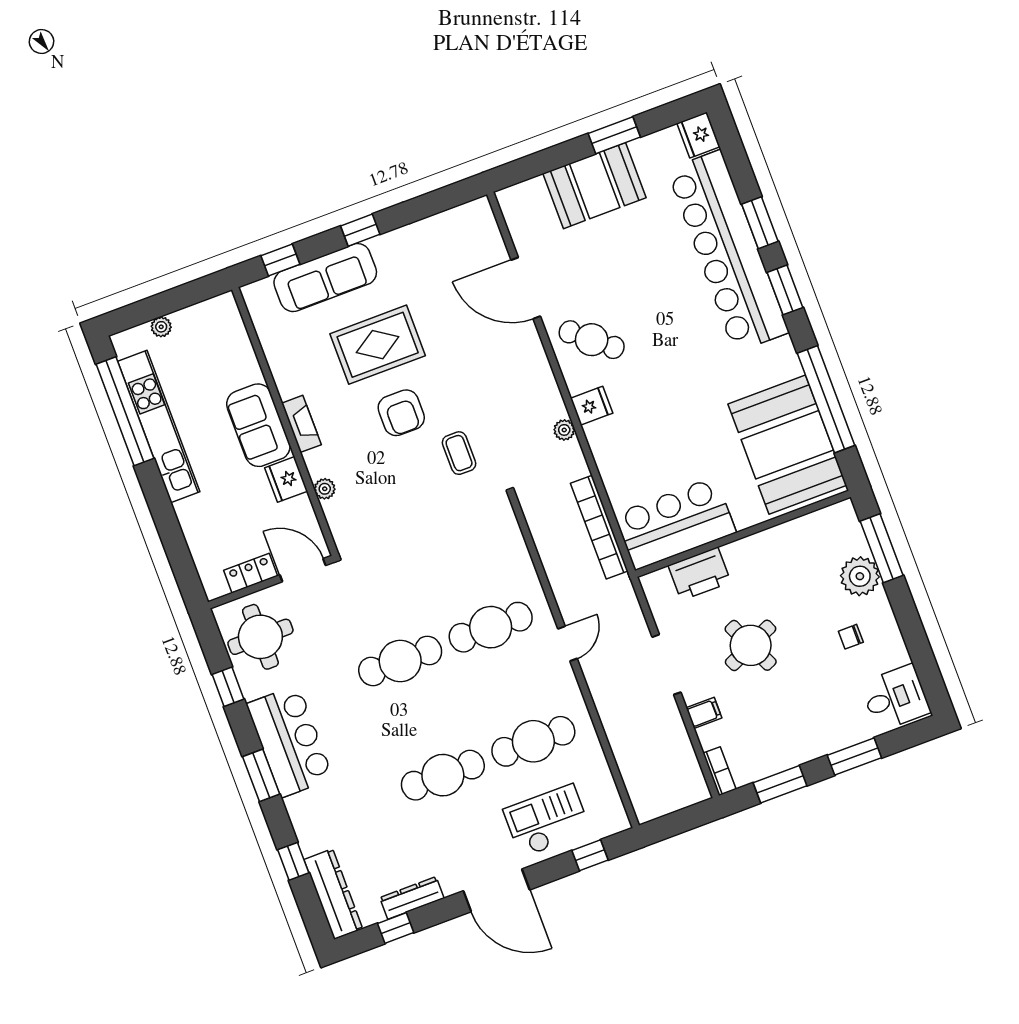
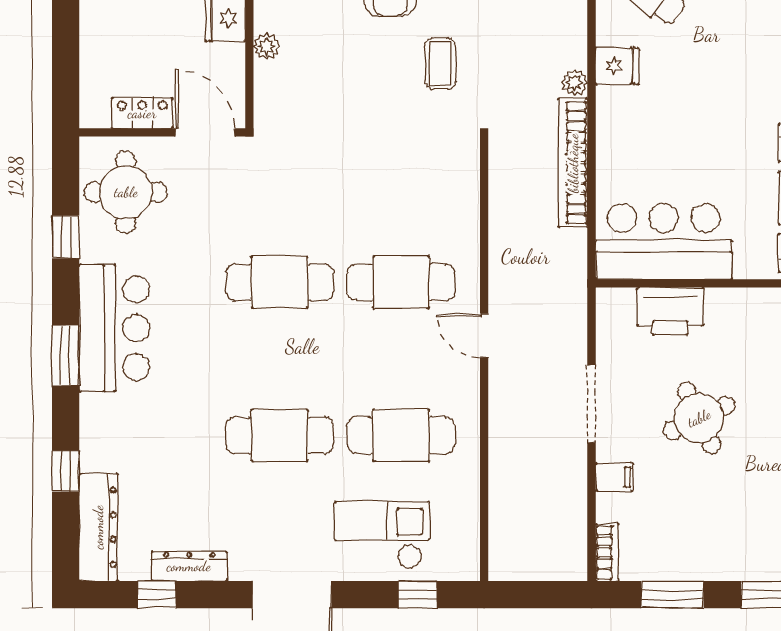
bookcase: (599, 527) -> (573, 163), moved
door: (567, 644) -> (484, 336), swing flipped

